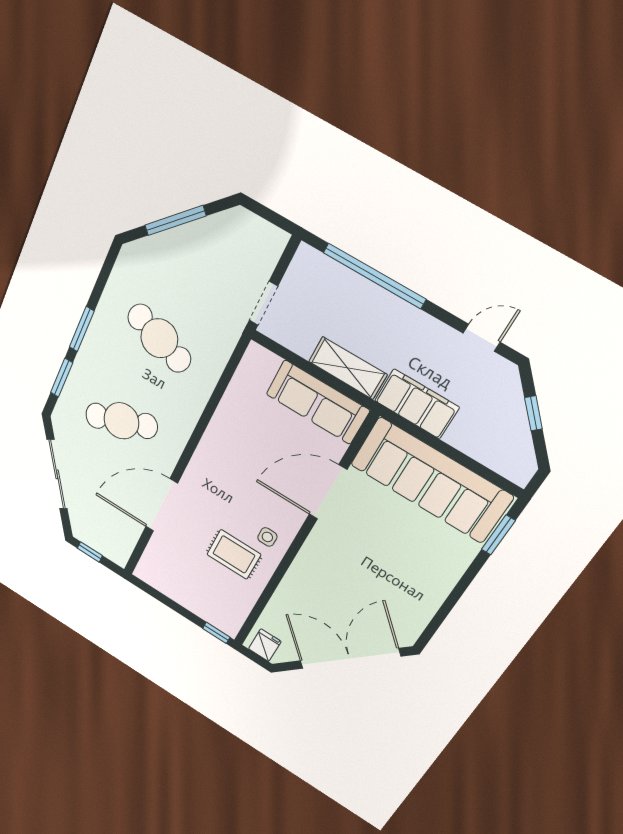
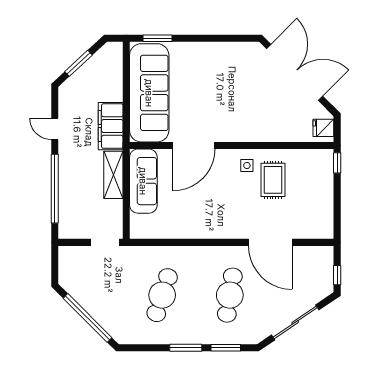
window: (175, 221) -> (88, 318), width x1.46
door: (482, 338) -> (55, 129), moved
window: (533, 413) -> (79, 63), width x1.50
cafe table: (121, 421) -> (230, 295), turned 30
door: (328, 492) -> (194, 145), hinge flipped
double door: (350, 659) -> (295, 72), swing flipped

